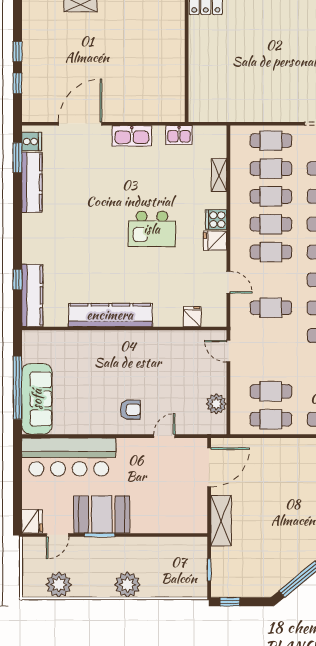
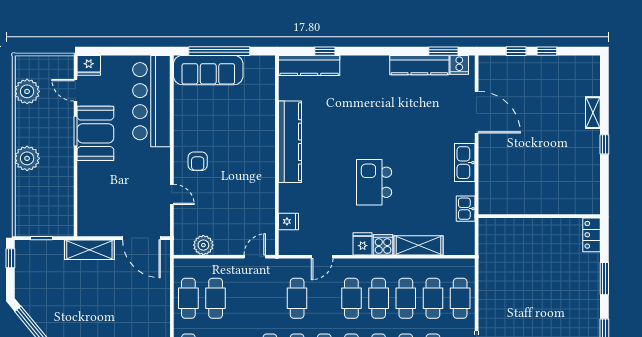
shelving: (219, 175) -> (418, 245), width x1.50, depth x1.33

